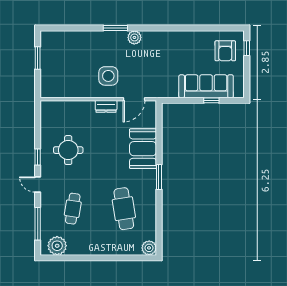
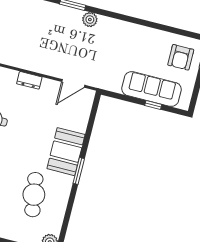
side table: (108, 76) -> (53, 53), removed
dresser: (106, 106) -> (29, 80), moved
booth: (143, 149) -> (66, 152), moved

